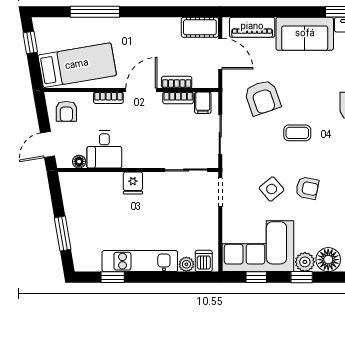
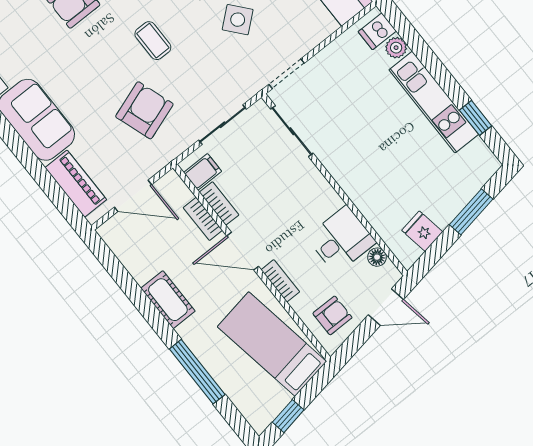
cot: (200, 27) -> (168, 300), moved
door: (220, 54) -> (133, 196), swing flipped
fridge: (133, 183) -> (422, 231), moved, turned -100

